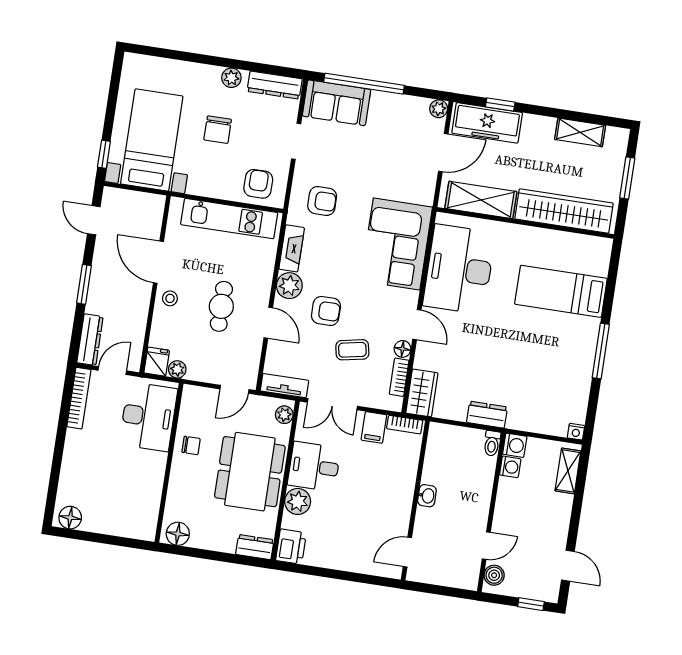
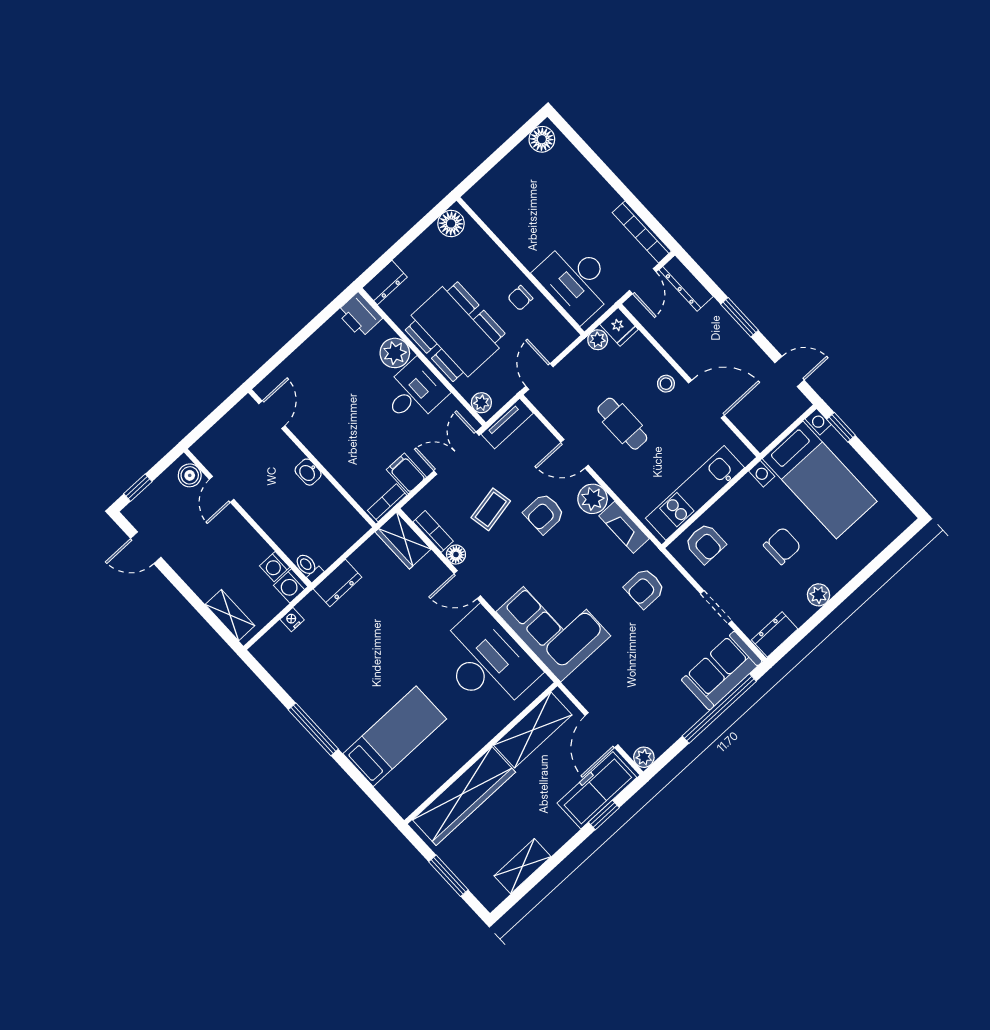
dresser: (275, 85) -> (775, 634), width x0.70
chair: (218, 130) -> (782, 546), turned 90
nightstand: (576, 432) -> (292, 620), moved

